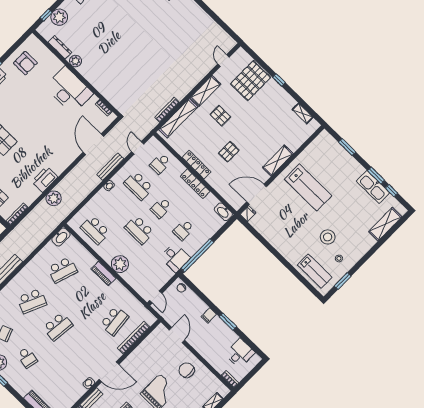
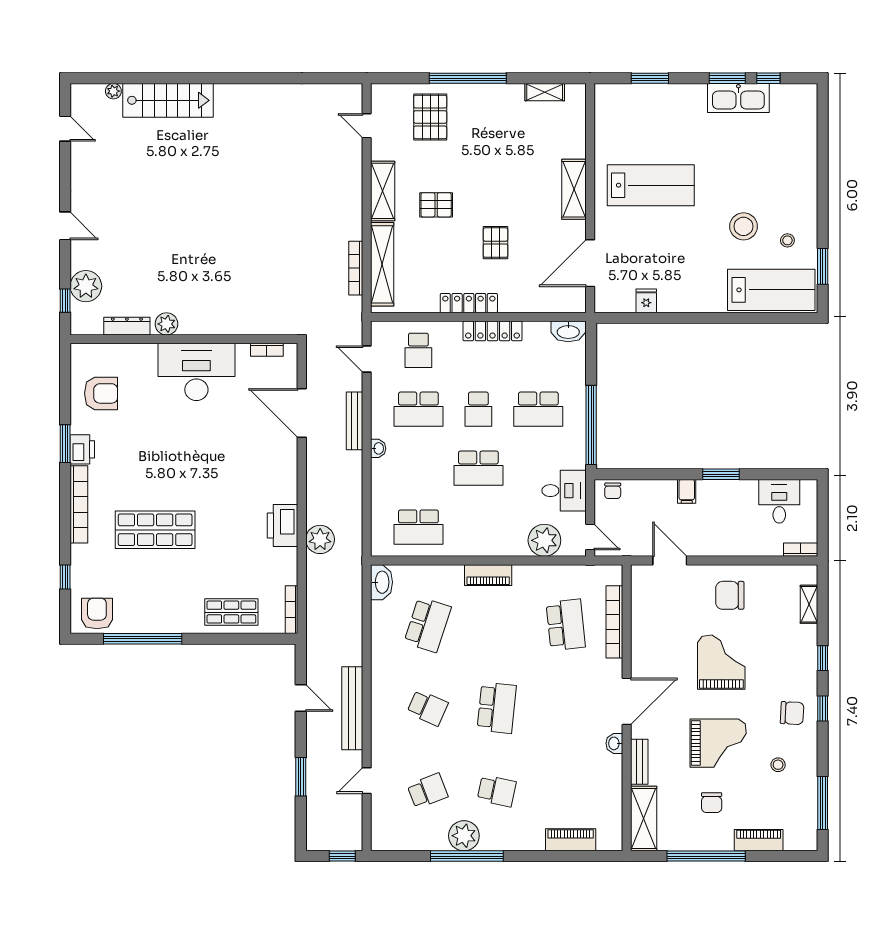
window: (279, 80) -> (468, 78), width x3.17
pallet: (251, 81) -> (430, 117), width x0.73, depth x0.71
fridge: (248, 214) -> (646, 301), moved
shelving: (385, 224) -> (805, 132), removed
school desk: (183, 230) -> (538, 409), width x1.85
desk: (175, 258) -> (564, 491), moved
plant: (120, 264) -> (544, 540), moved
lab bench: (315, 271) -> (771, 290), width x1.36, depth x1.39
school desk: (32, 301) -> (428, 708), width x0.54

